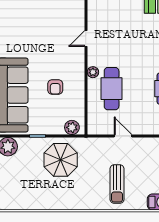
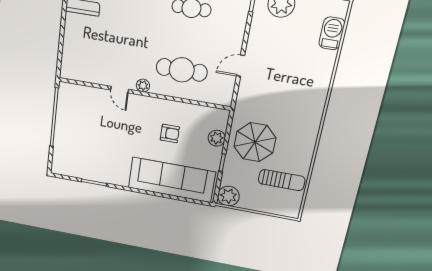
plant: (93, 72) -> (143, 86), moved
plant: (72, 127) -> (217, 138), moved
sun lounger: (117, 184) -> (282, 180), moved

